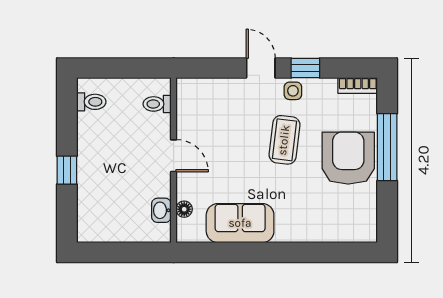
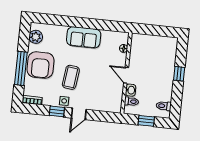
window: (123, 68) -> (146, 121), added
door: (261, 68) -> (79, 114), hinge flipped
washbasin: (161, 210) -> (131, 90), moved
plant: (364, 214) -> (36, 37), added
sofa: (240, 223) -> (84, 37), moved

